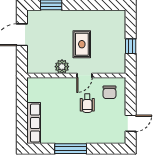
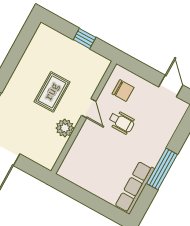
rug: (82, 44) -> (52, 92), turned 90
row of seats: (34, 123) -> (135, 188), moved, turned -90

